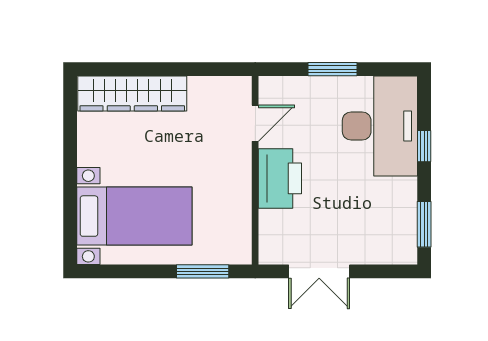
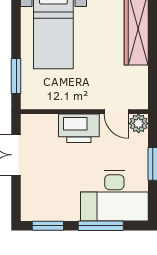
plant: (273, 90) -> (139, 123), added
window: (424, 146) -> (101, 226), width x2.17

